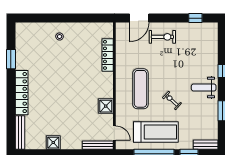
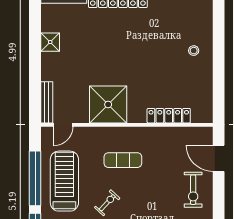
exercise mat: (140, 89) -> (123, 160), width x0.73, depth x0.69
shower: (106, 106) -> (108, 104), width x1.86, depth x1.86
treadmill: (156, 132) -> (64, 181), turned 180

